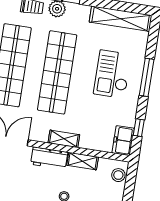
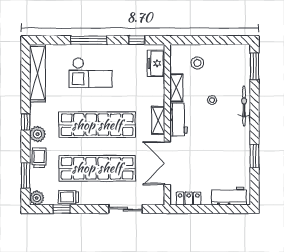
shelving: (64, 139) -> (158, 120), moved
freezer: (123, 141) -> (156, 63), moved, turned 90
stool: (118, 175) -> (197, 63), moved

